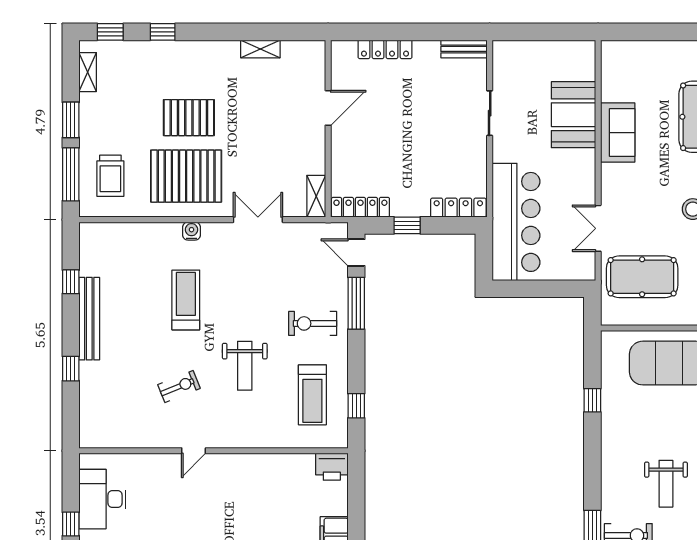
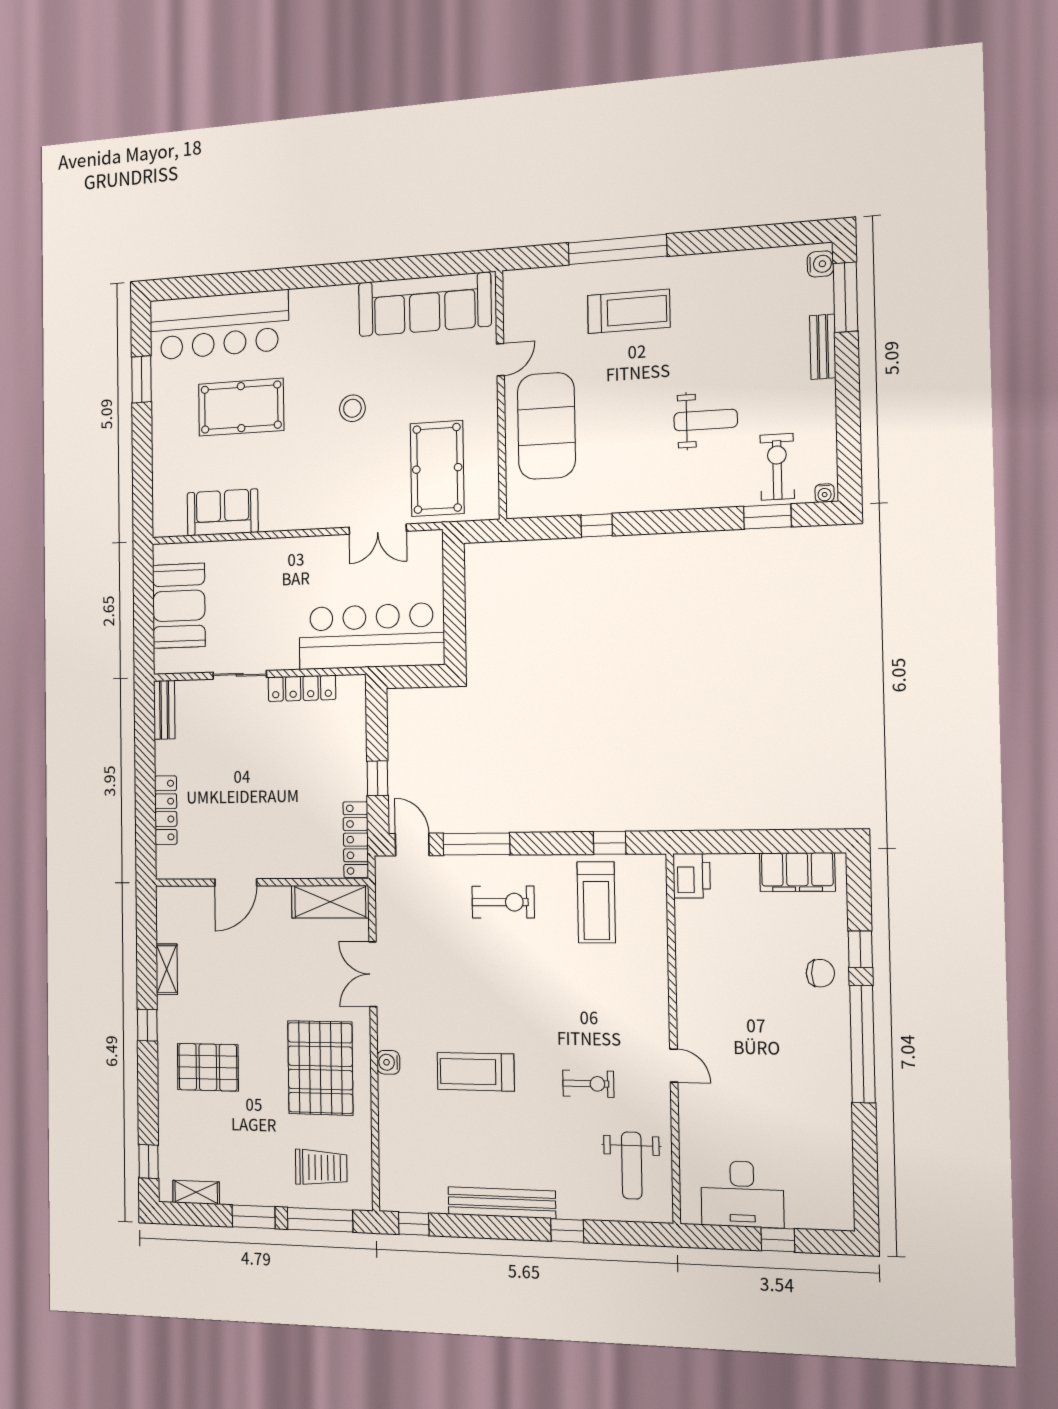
window: (163, 32) -> (147, 1025), moved
door: (328, 108) -> (236, 882), swing flipped
booth: (573, 115) -> (179, 606), moved, turned 90
pallet: (189, 118) -> (208, 1067), moved, turned 90
sofa: (618, 133) -> (223, 512), moved
shelving: (316, 196) -> (330, 902), width x1.50, depth x1.33
locker: (458, 208) -> (302, 688), moved, turned -90
door: (356, 253) -> (412, 845), swing flipped
window: (71, 282) -> (414, 1224), moved
exercise bike: (313, 323) -> (503, 902), turned -90
weight bench: (245, 366) -> (632, 1165), moved, turned 90
exercise bike: (179, 386) -> (588, 1084), turned 112
treadmill: (312, 395) -> (596, 902), turned 90

